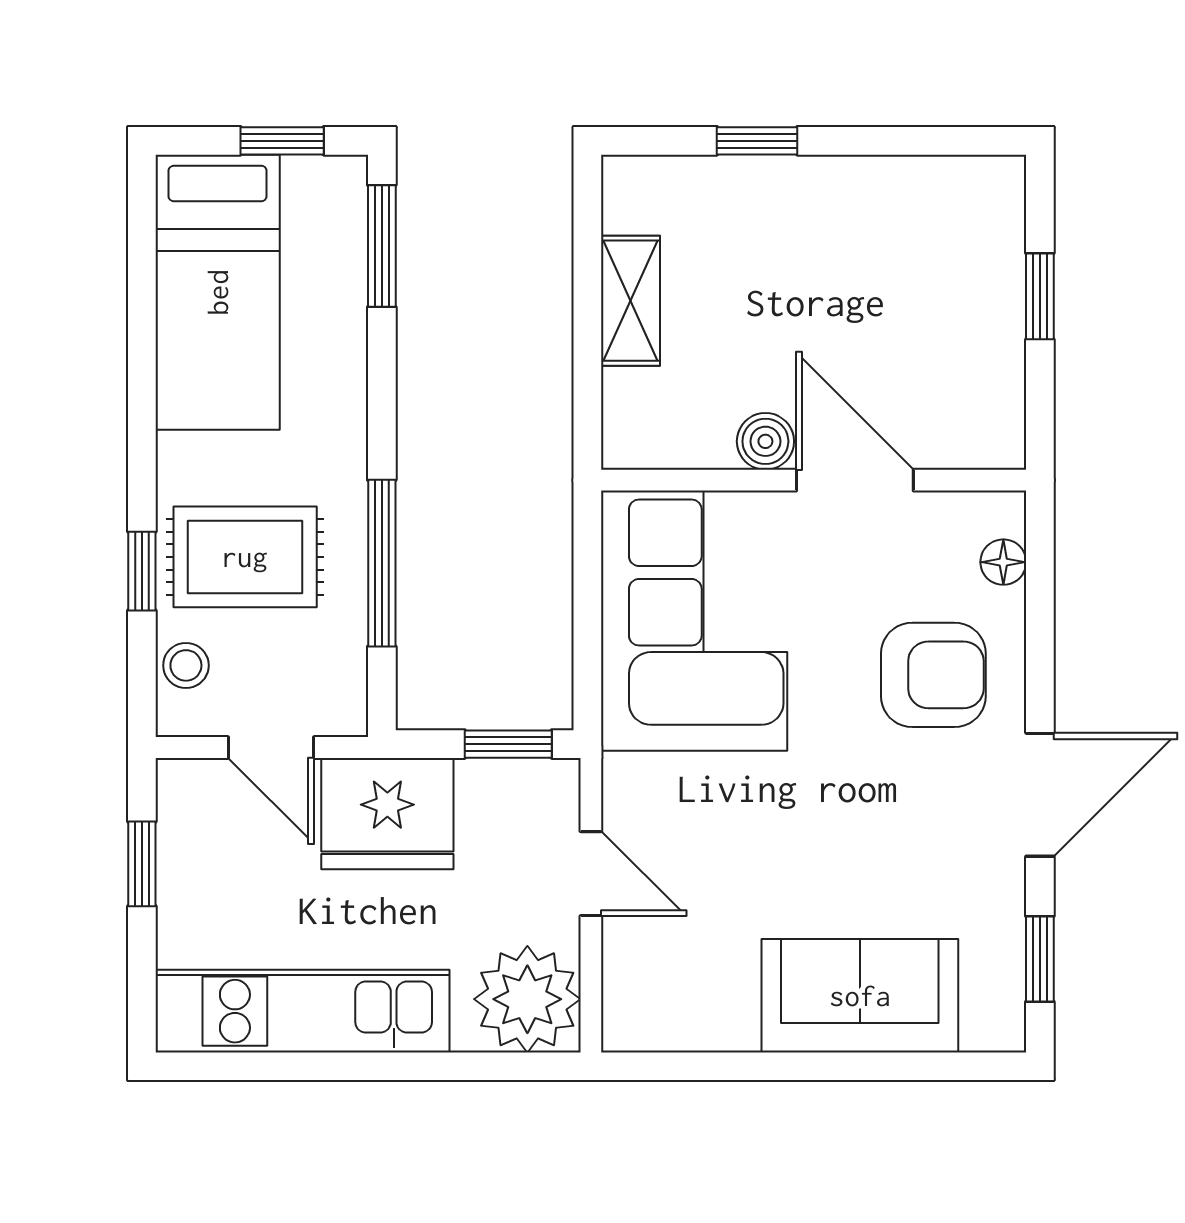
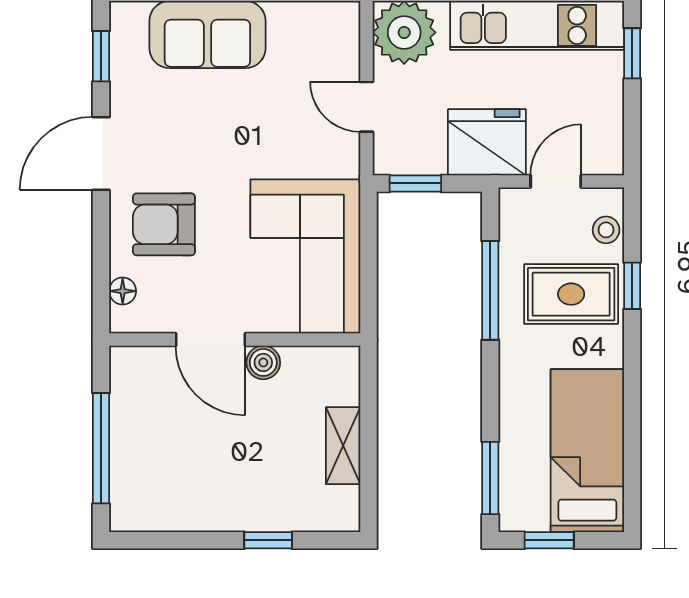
window: (1040, 296) -> (101, 448), width x2.17
door: (271, 747) -> (556, 181), hinge flipped
window: (142, 864) -> (632, 53), moved

